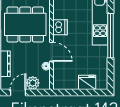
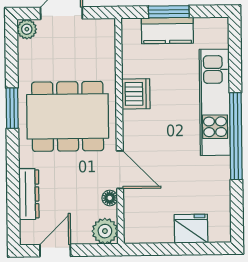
dishwasher: (60, 27) -> (136, 94), moved
plant: (33, 83) -> (105, 231), moved

